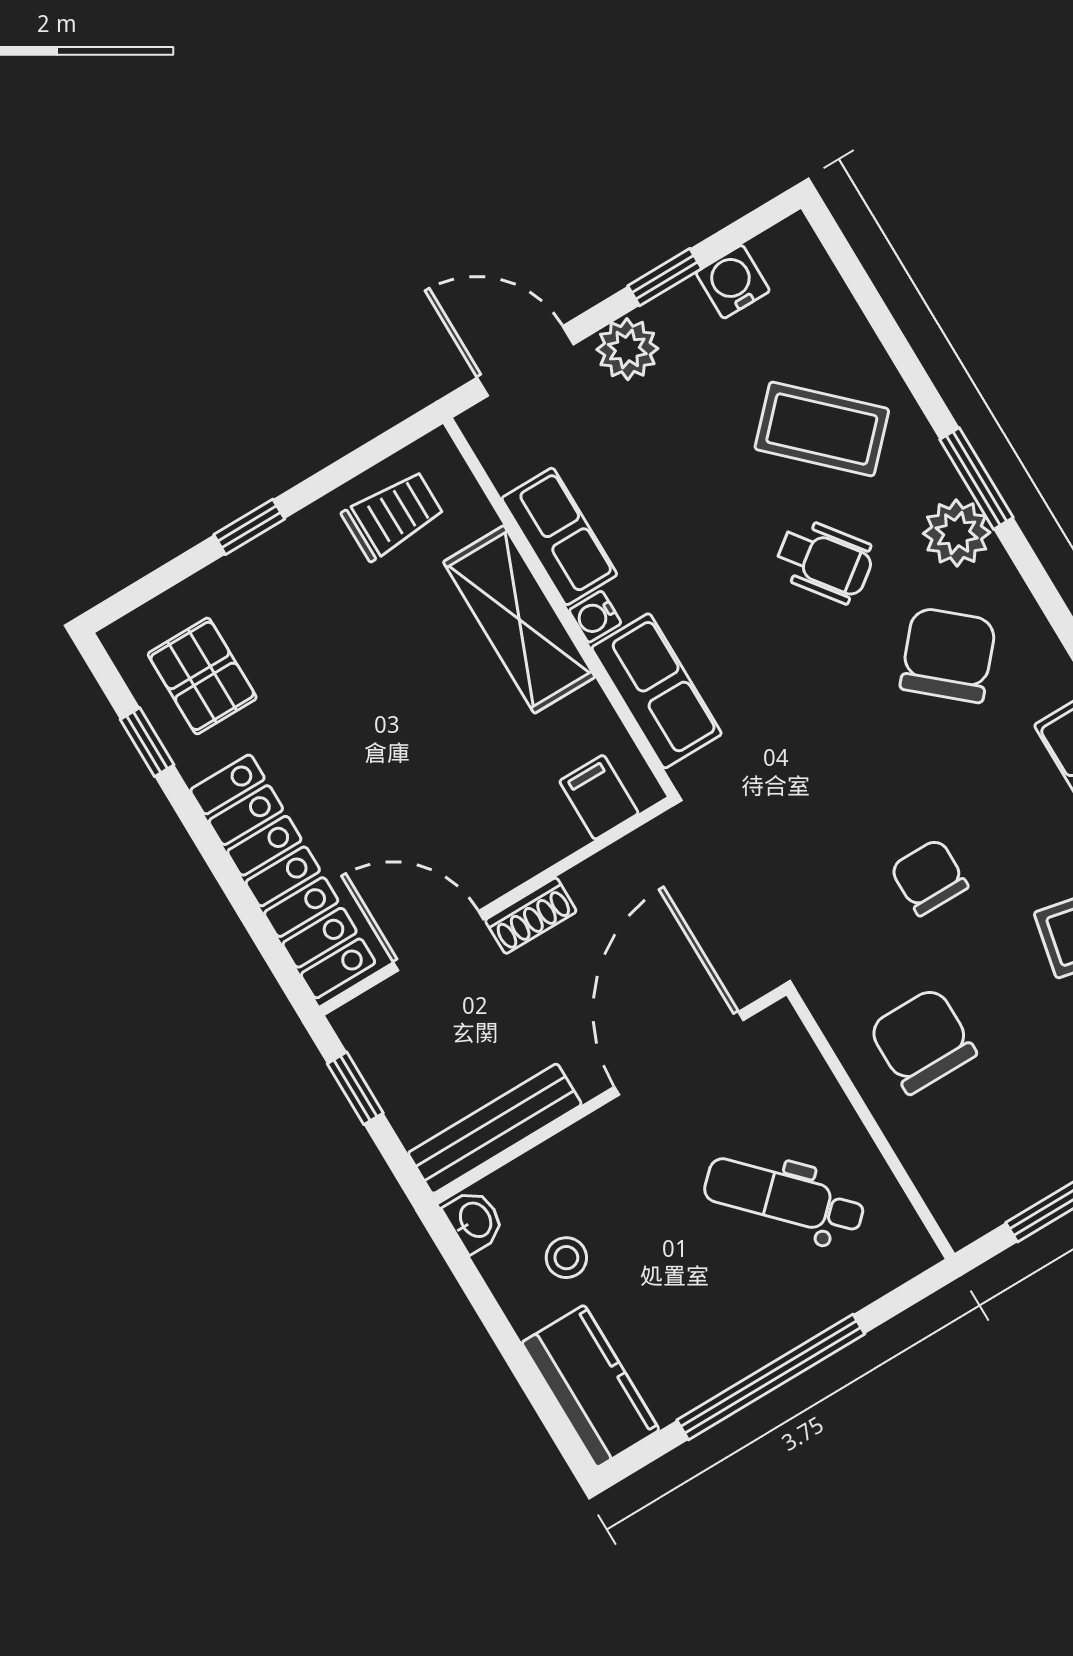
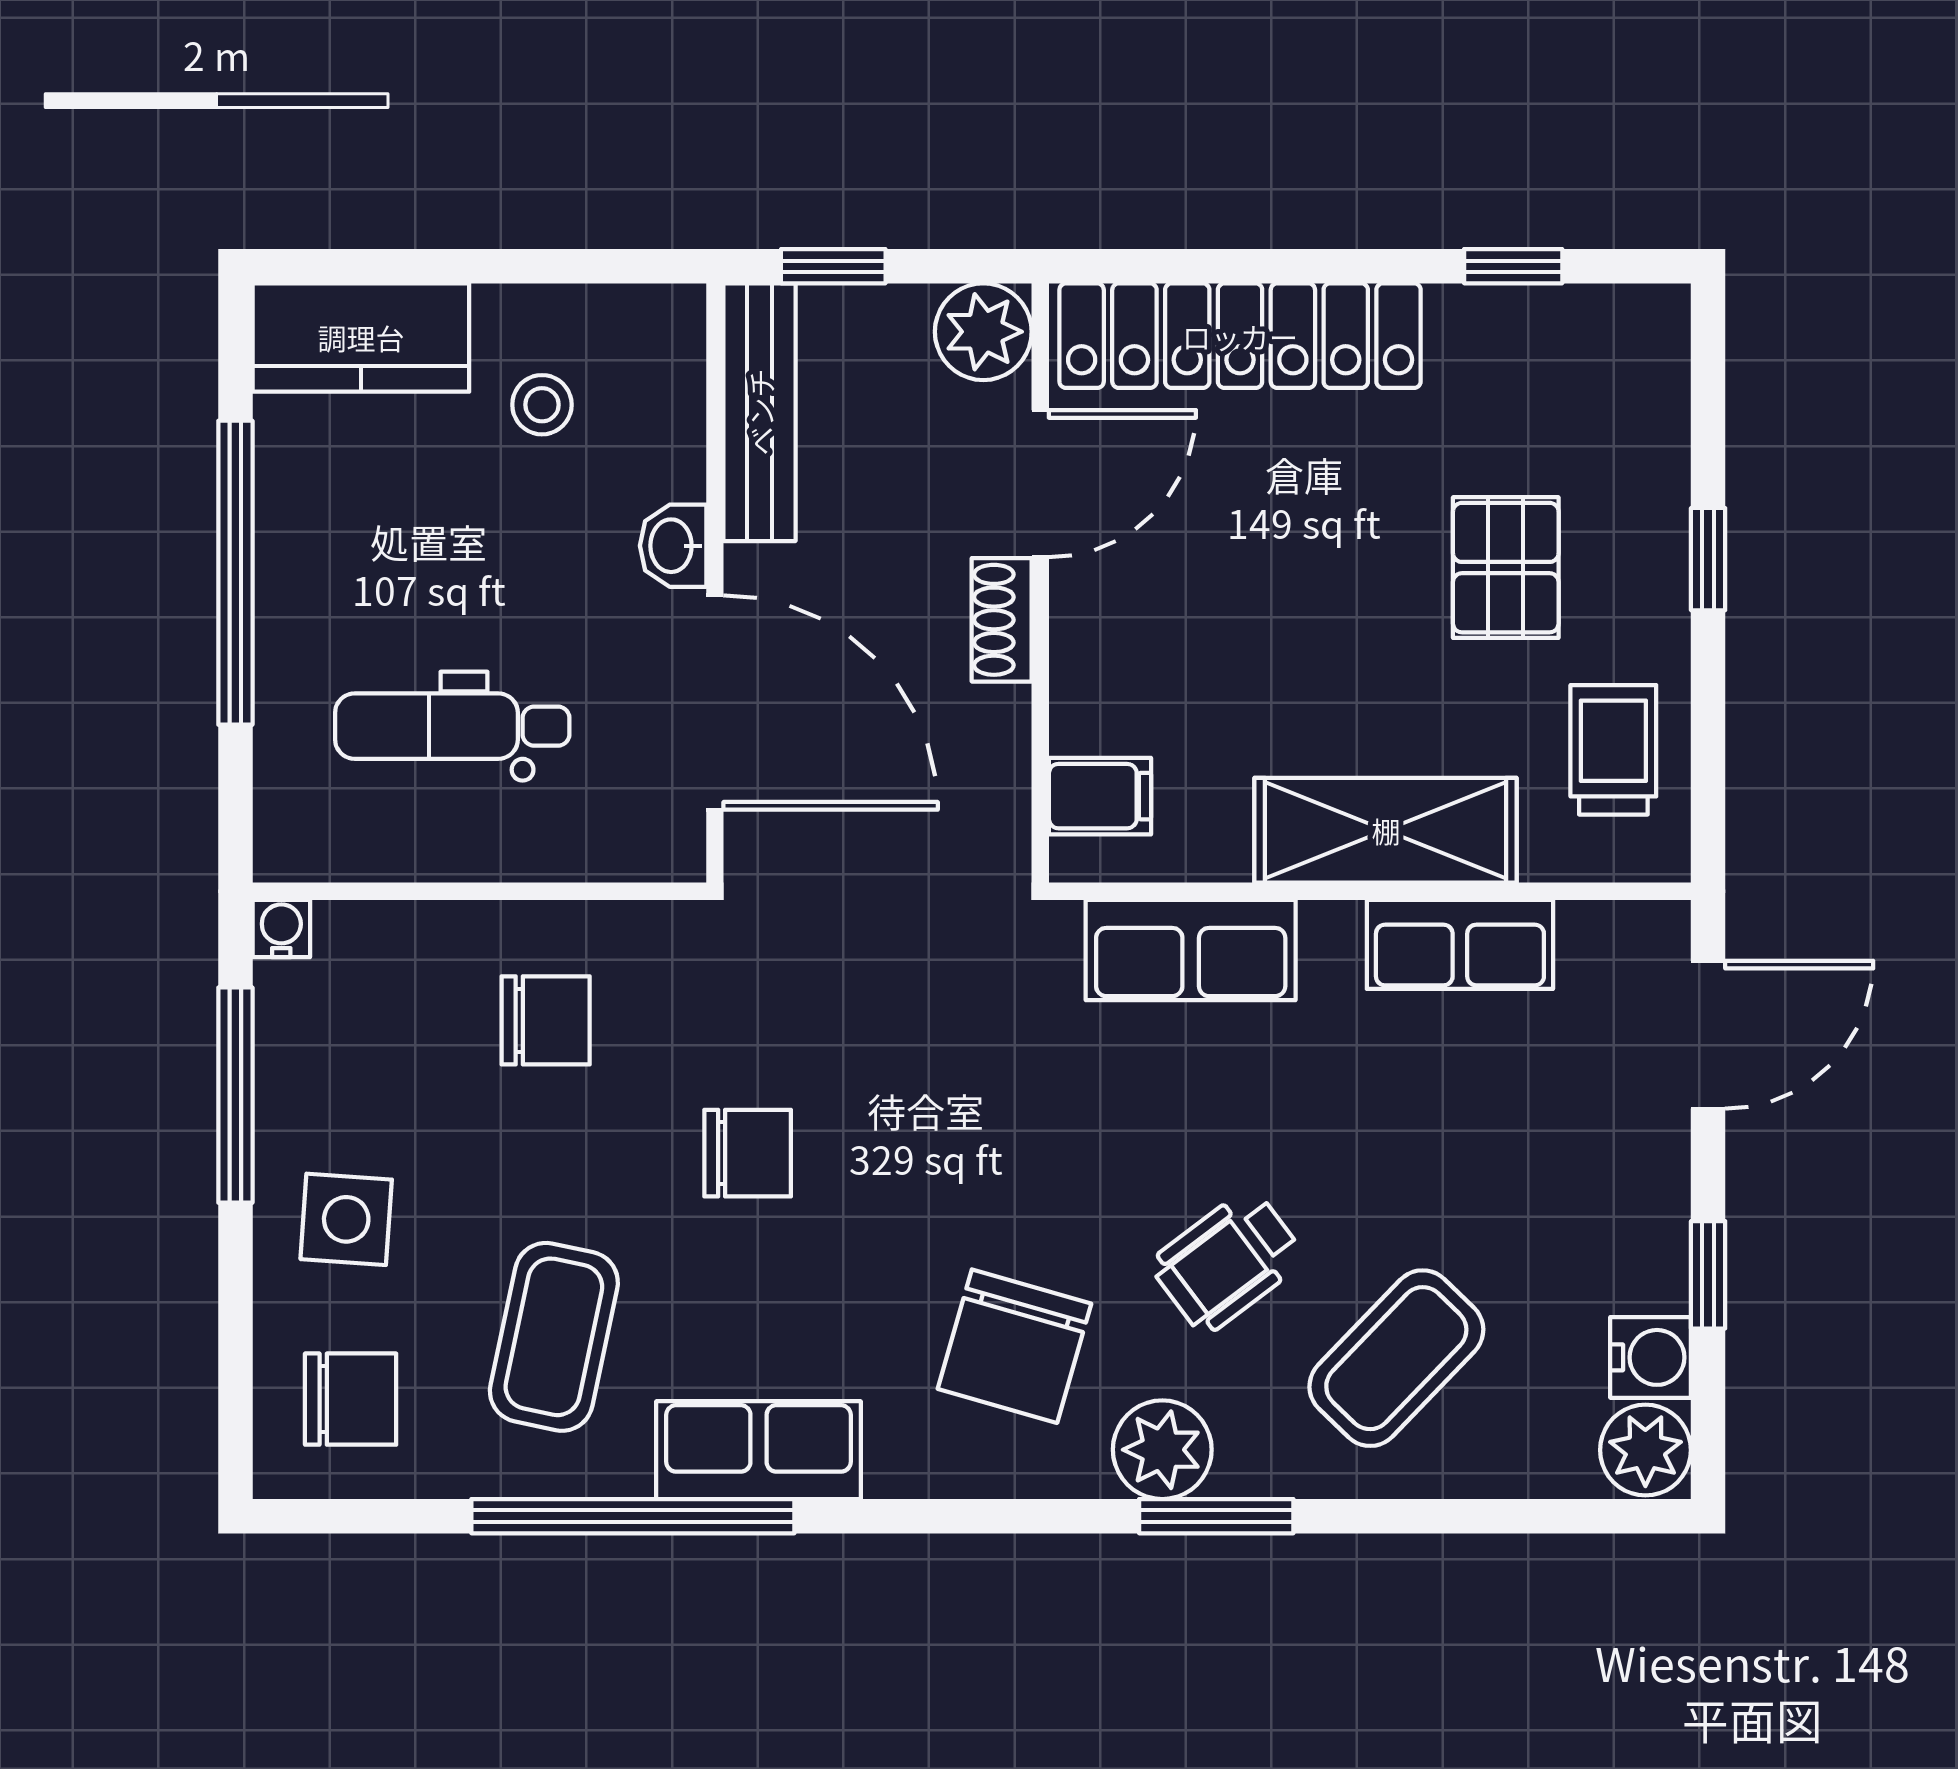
plant: (627, 349) -> (1645, 1450), moved
trolley: (393, 515) -> (1613, 750), turned 180
water cooler: (595, 617) -> (281, 928), moved
chair: (948, 655) -> (1014, 1346), turned 65
pallet: (202, 676) -> (1506, 568), moved, turned 90
plant: (370, 1027) -> (983, 332), added
chair: (922, 1041) -> (546, 1020), width x0.73, depth x0.73
window: (355, 1088) -> (833, 266), moved
dental chair: (784, 1198) -> (452, 726), turned -136
washbasin: (474, 1220) -> (673, 546), moved, turned 90

